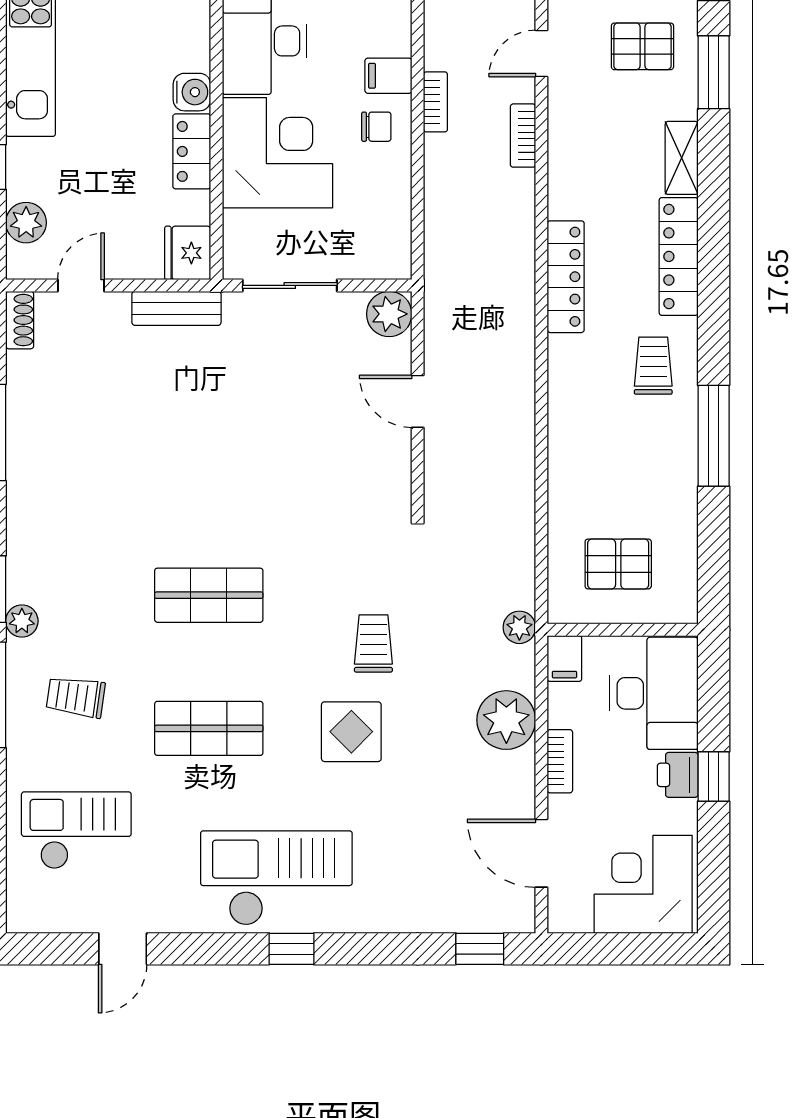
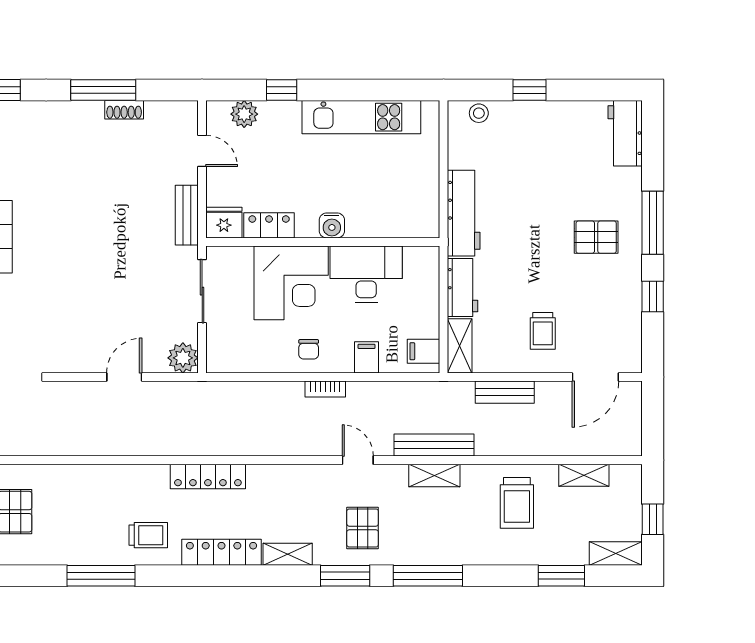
filing cabinet: (388, 76) -> (367, 357), moved
bookcase: (523, 136) -> (303, 448), removed
locker: (192, 151) -> (269, 225), moved
shoe rack: (20, 320) -> (124, 110), moved

